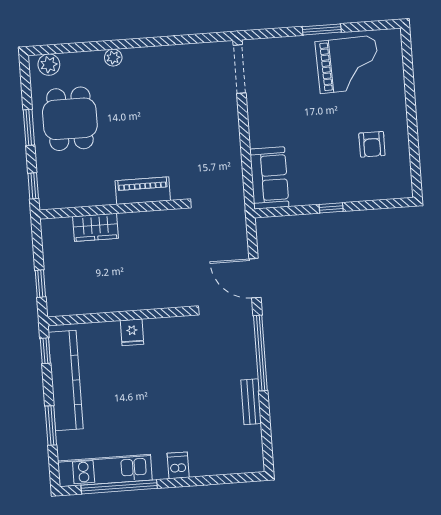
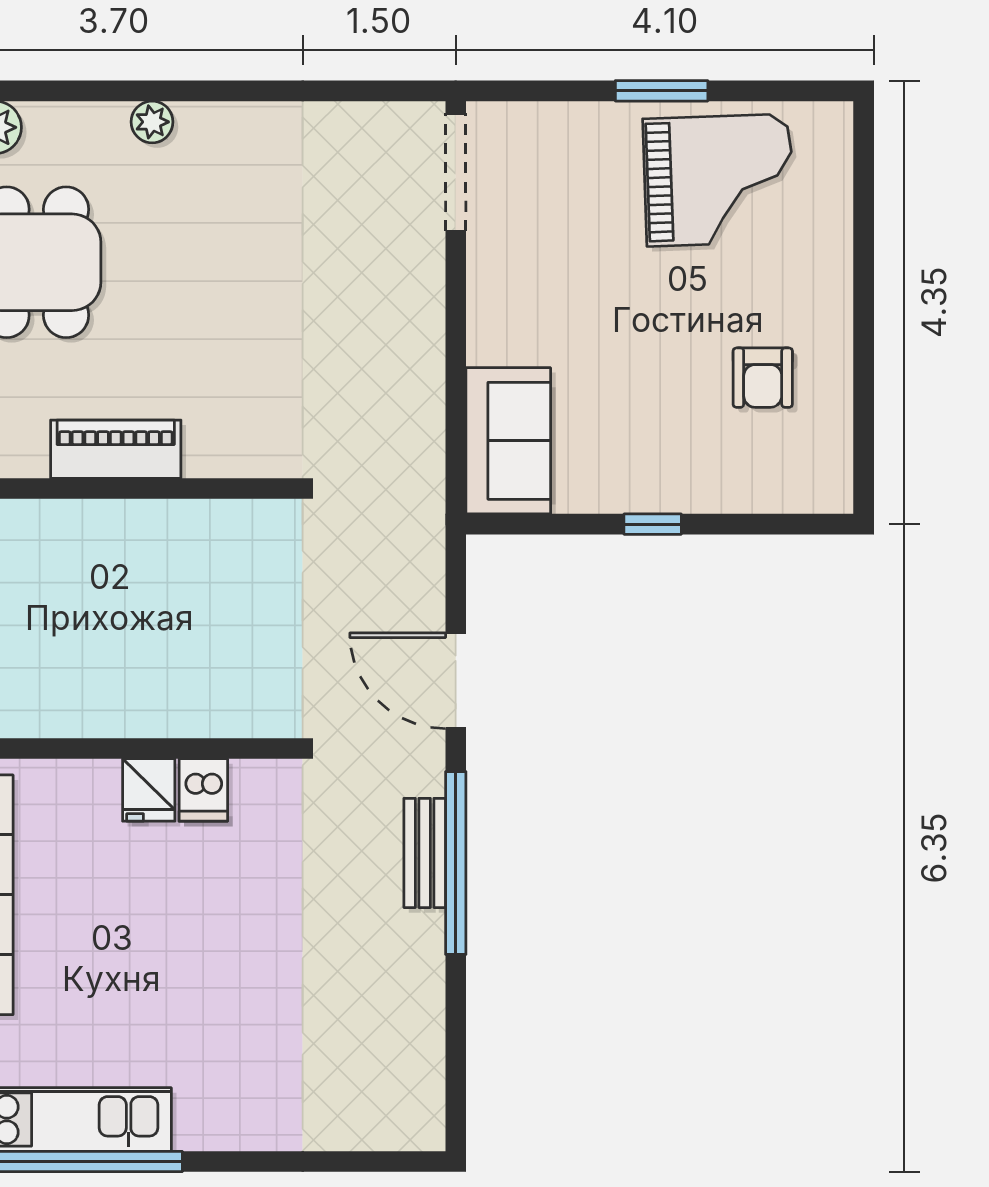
piano: (143, 191) -> (116, 449), moved
wardrobe: (96, 227) -> (79, 530), removed
bench: (251, 402) -> (425, 853), moved
dishwasher: (178, 465) -> (203, 790), moved, turned 180

